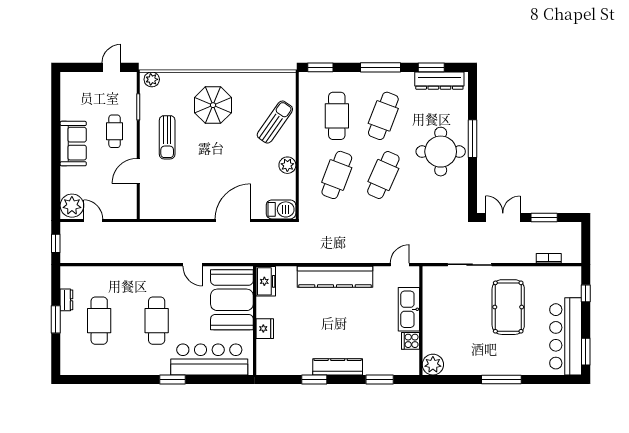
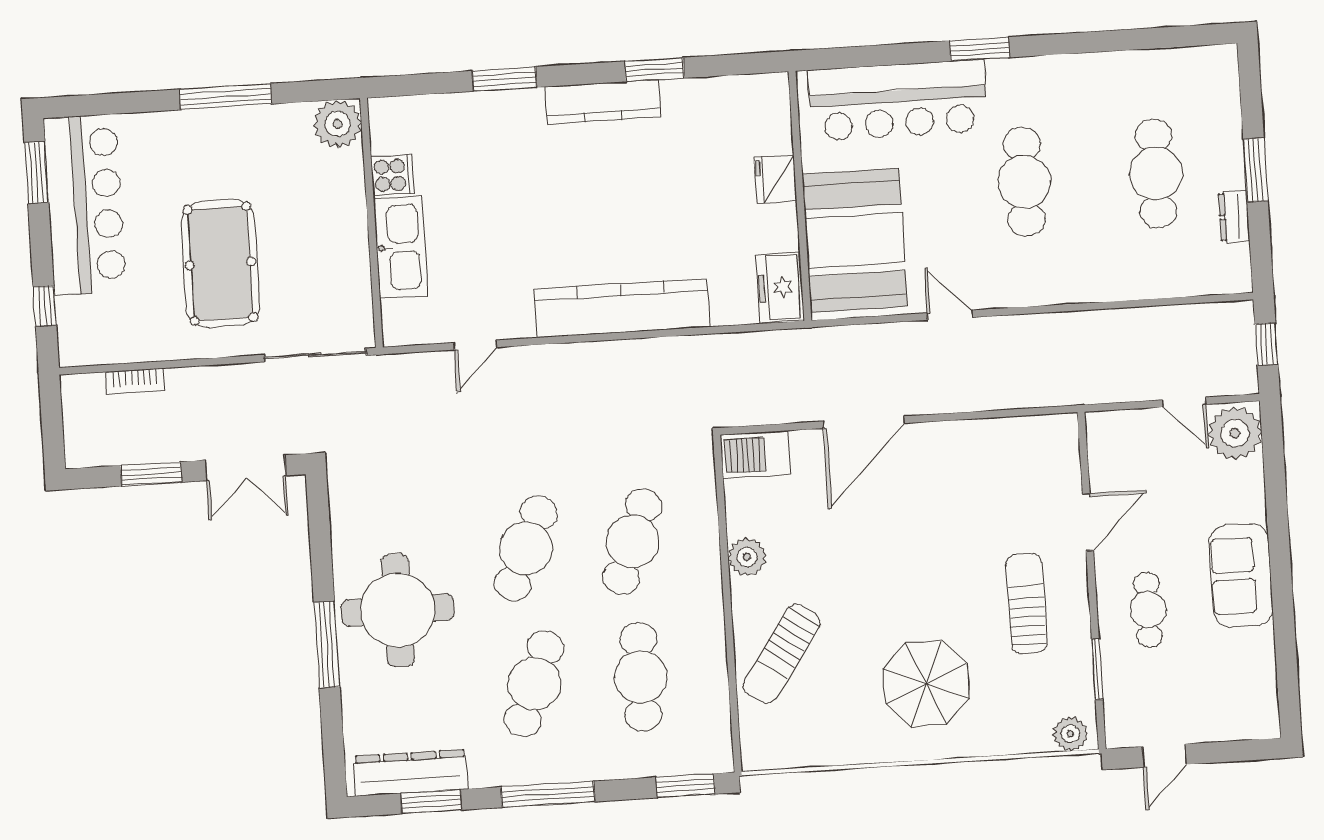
kitchen sink: (409, 309) -> (401, 247), moved
wall: (421, 321) -> (371, 223), moved
cooker: (410, 341) -> (392, 175), moved
plant: (433, 365) -> (338, 124), moved

